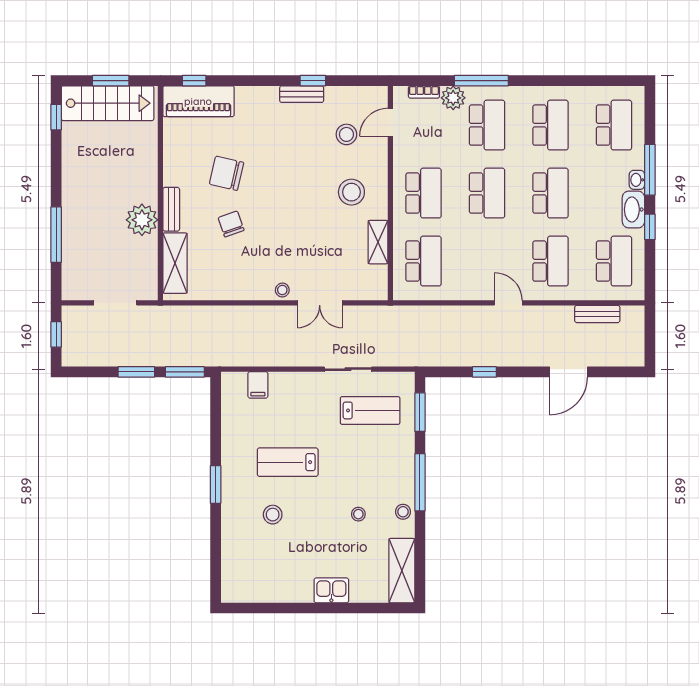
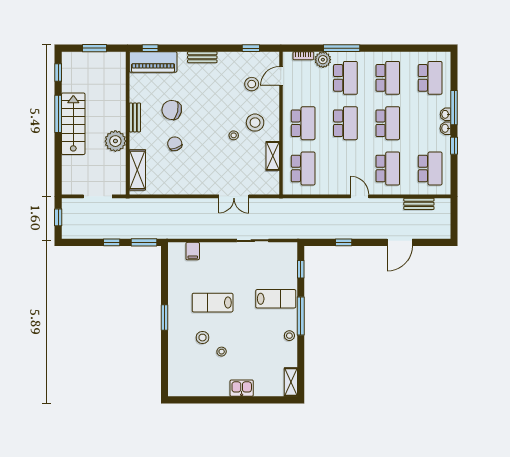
window: (313, 81) -> (251, 48), moved
bench: (302, 94) -> (202, 57), moved
stairs: (108, 103) -> (73, 124), moved, turned -90
bench: (171, 209) -> (135, 117), moved
washbasin: (633, 209) -> (445, 128), width x0.52, depth x0.69
window: (56, 235) -> (58, 114), moved
stool: (282, 290) -> (234, 135), moved
window: (136, 372) -> (112, 242), width x0.67
lab bench: (370, 410) -> (276, 299), moved
window: (420, 412) -> (301, 269), width x0.67
stool: (358, 514) -> (222, 352), moved
shelving: (402, 571) -> (291, 382), width x0.67, depth x0.75

